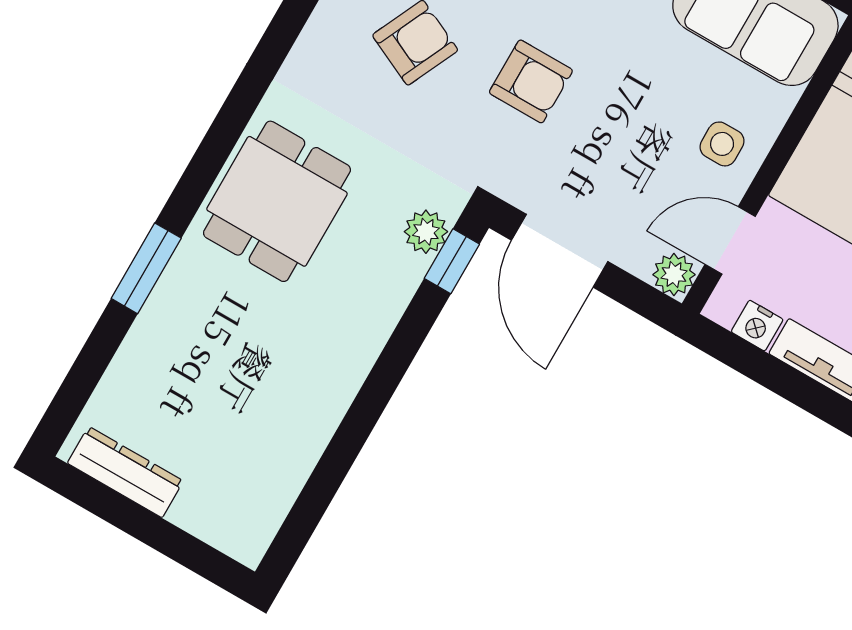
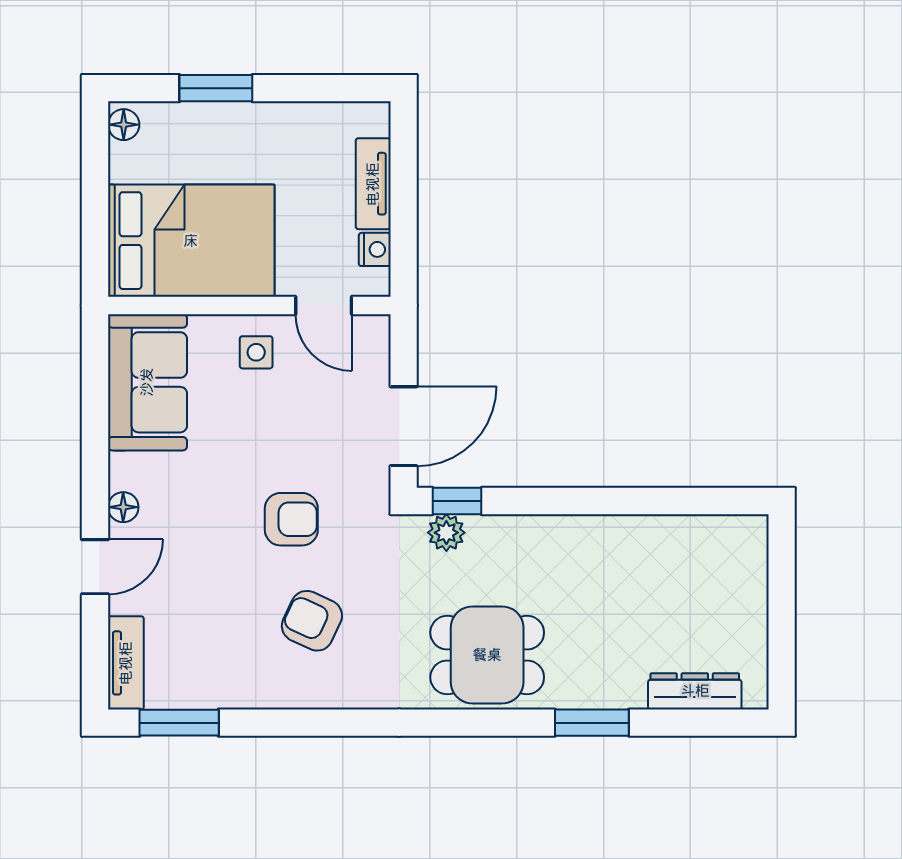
armchair: (531, 81) -> (291, 519), turned 90
plant: (674, 275) -> (372, 332), removed
dresser: (125, 472) -> (695, 691), moved, turned 90

